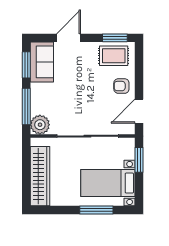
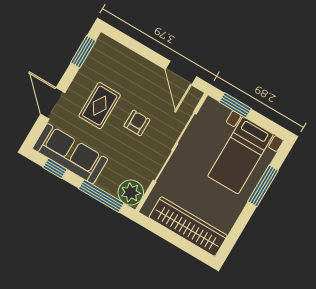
rug: (114, 56) -> (100, 106), moved
sofa: (42, 62) -> (70, 154), width x1.36
window: (26, 65) -> (55, 168), width x0.67
armchair: (121, 86) -> (137, 123), moved, turned 180

